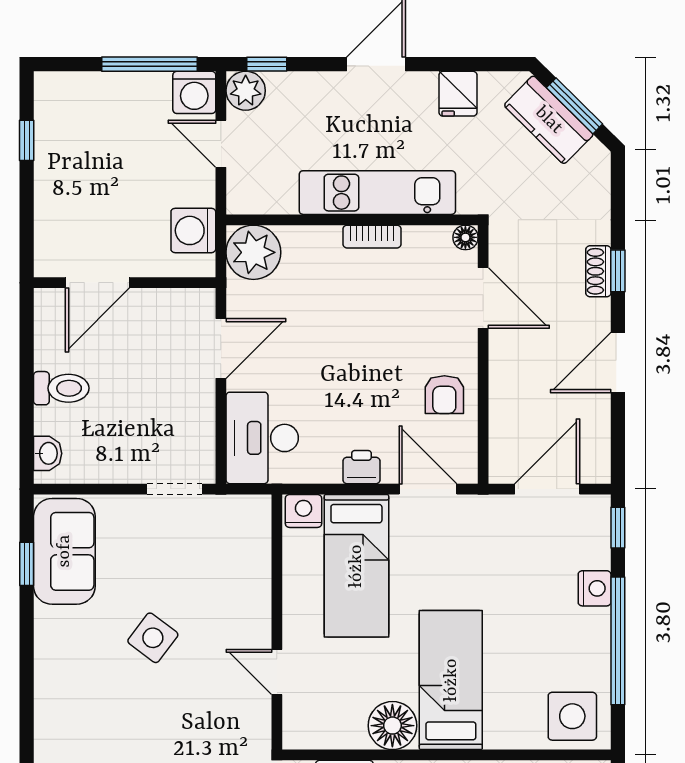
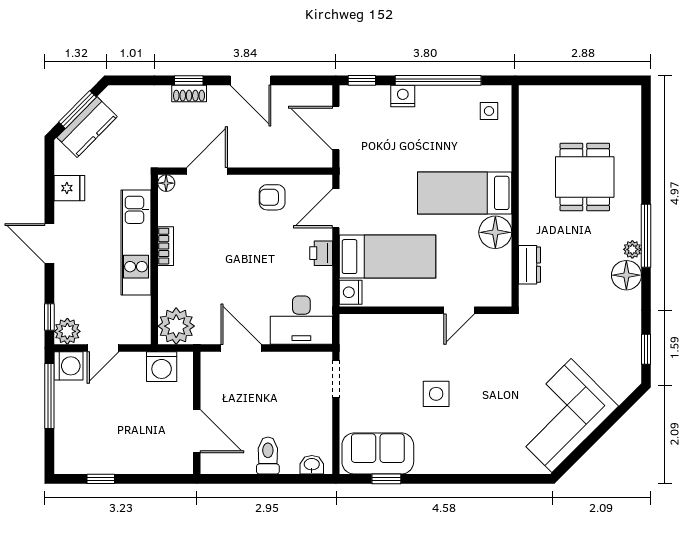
armchair: (444, 395) -> (272, 197), turned 180
side table: (153, 638) -> (436, 394), turned -37
side table: (572, 716) -> (489, 111), width x0.54, depth x0.54

